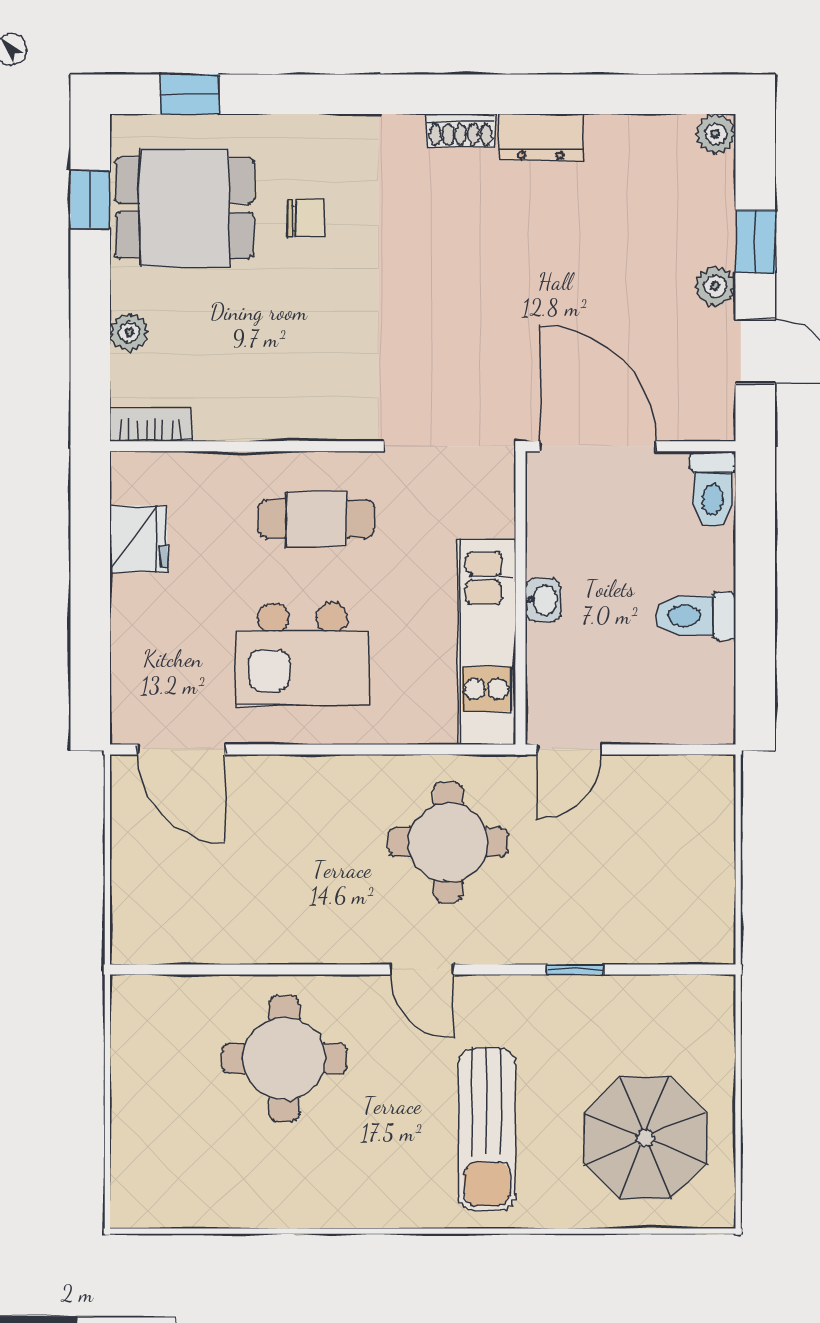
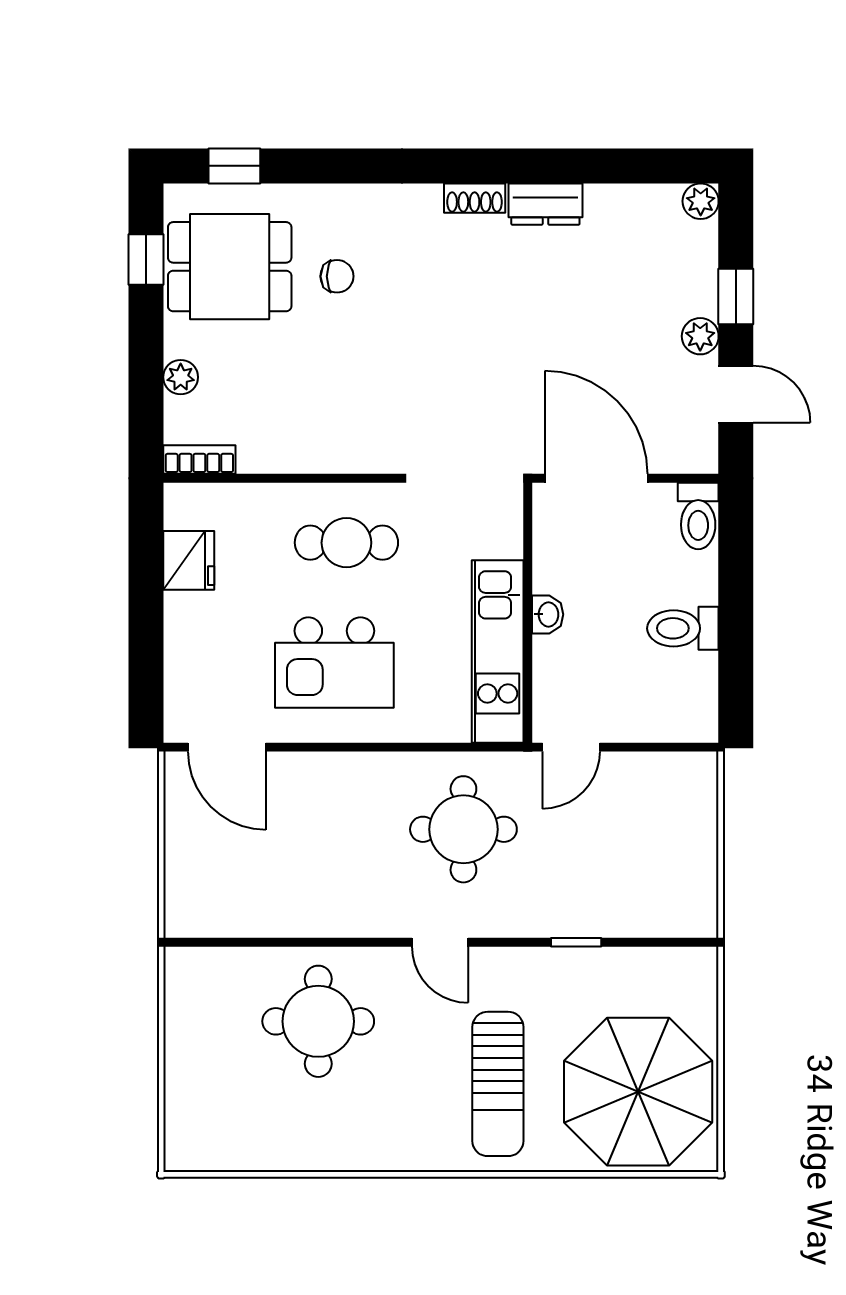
parasol: (645, 1138) -> (638, 1092), width x1.36, depth x1.36

